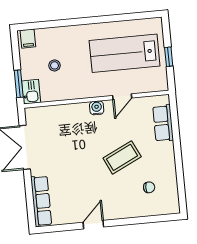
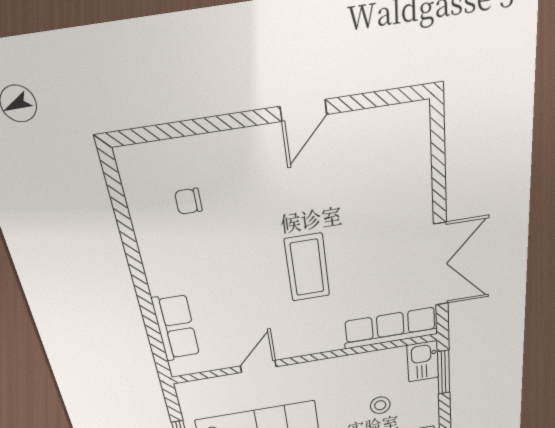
water cooler: (97, 108) -> (305, 344), removed
coffee table: (122, 157) -> (307, 268), moved, turned -64
row of seats: (41, 201) -> (390, 328), moved, turned 90

